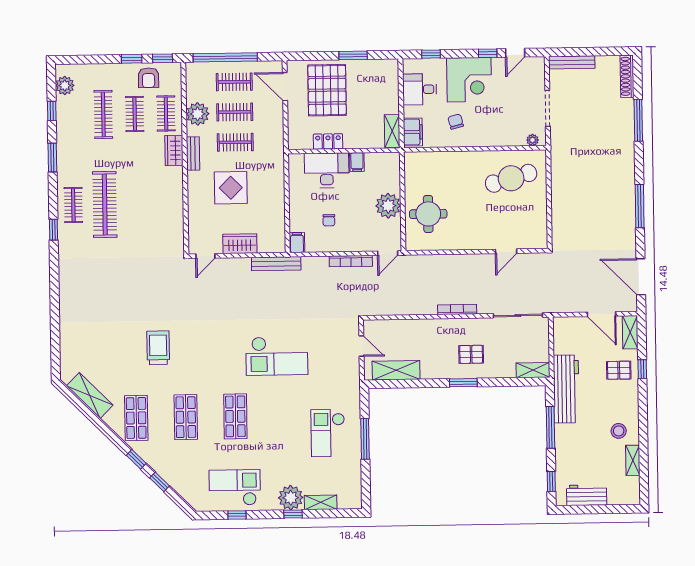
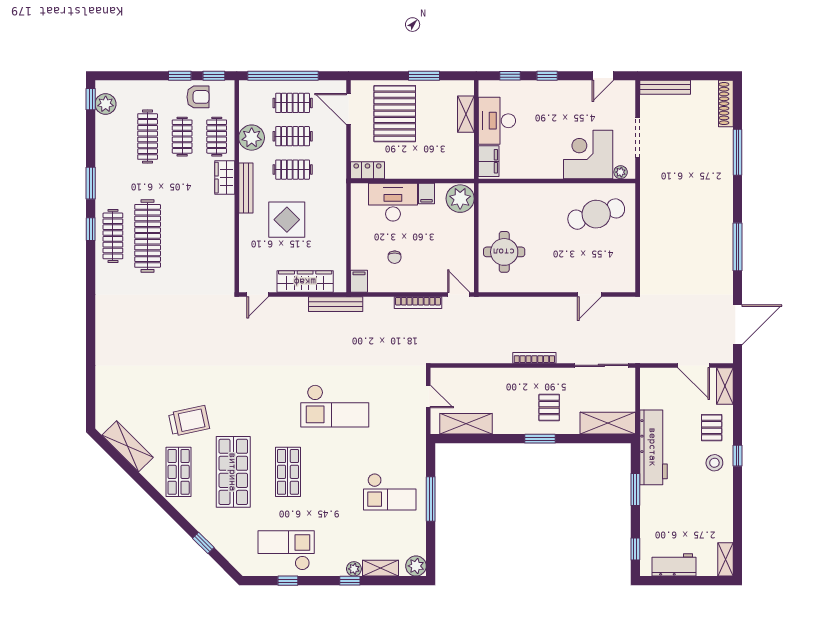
window: (488, 53) -> (547, 76), moved
armchair: (148, 78) -> (198, 97), turned -90
corner desk: (469, 80) -> (588, 154), moved, turned 180
desk: (420, 89) -> (497, 121), width x1.37
window: (52, 111) -> (91, 99), moved
chair: (456, 122) -> (536, 151), removed
shelving: (392, 131) -> (466, 114), moved
locker: (328, 141) -> (367, 170), moved
bench: (193, 154) -> (246, 188), width x1.36
clothes rail: (73, 205) -> (113, 236), width x1.36
plant: (388, 206) -> (460, 199), moved
window: (54, 230) -> (91, 229), moved
wardrobe: (240, 244) -> (305, 282), width x1.50
door: (388, 253) -> (459, 294), swing flipped
door: (641, 277) -> (738, 325), swing flipped
trolley: (158, 348) -> (189, 421), moved, turned 78
pallet: (471, 354) -> (549, 407), turned 90
window: (642, 369) -> (738, 456), moved
shelving: (533, 370) -> (608, 423), width x1.50, depth x1.33
pallet: (619, 370) -> (712, 428), turned 90
shop shelf: (186, 417) -> (233, 472), width x1.43, depth x1.36
window: (550, 427) -> (635, 489), width x0.69
stool: (619, 431) -> (714, 463), moved
checkout: (328, 433) -> (390, 492), turned -90
window: (136, 459) -> (178, 517), removed
shelving: (633, 460) -> (726, 559), moved
plant: (291, 498) -> (354, 569), width x0.53, depth x0.53
plant: (353, 500) -> (416, 566), added

